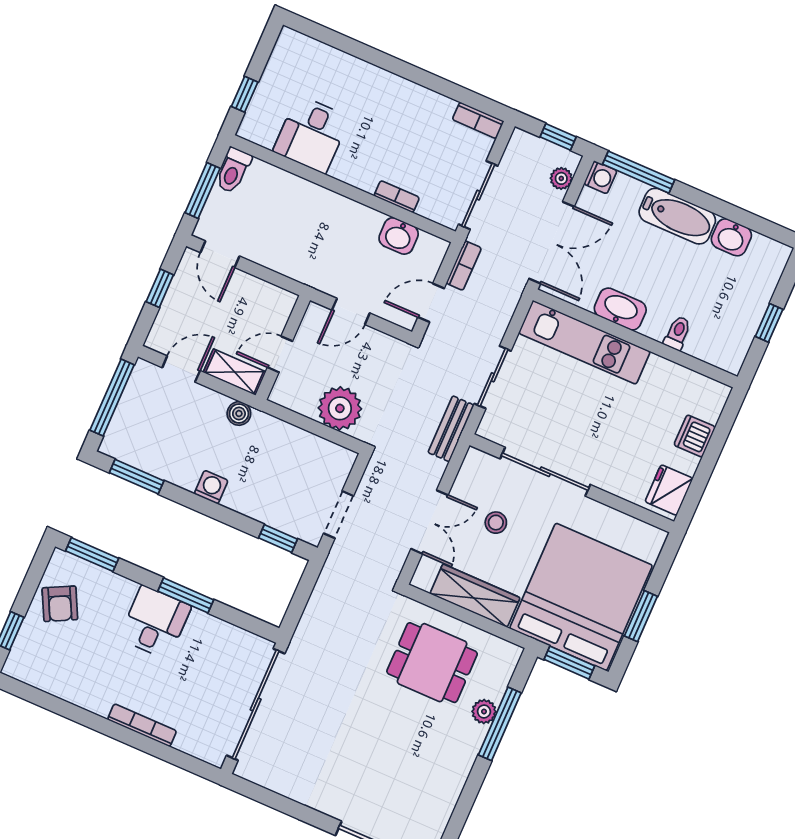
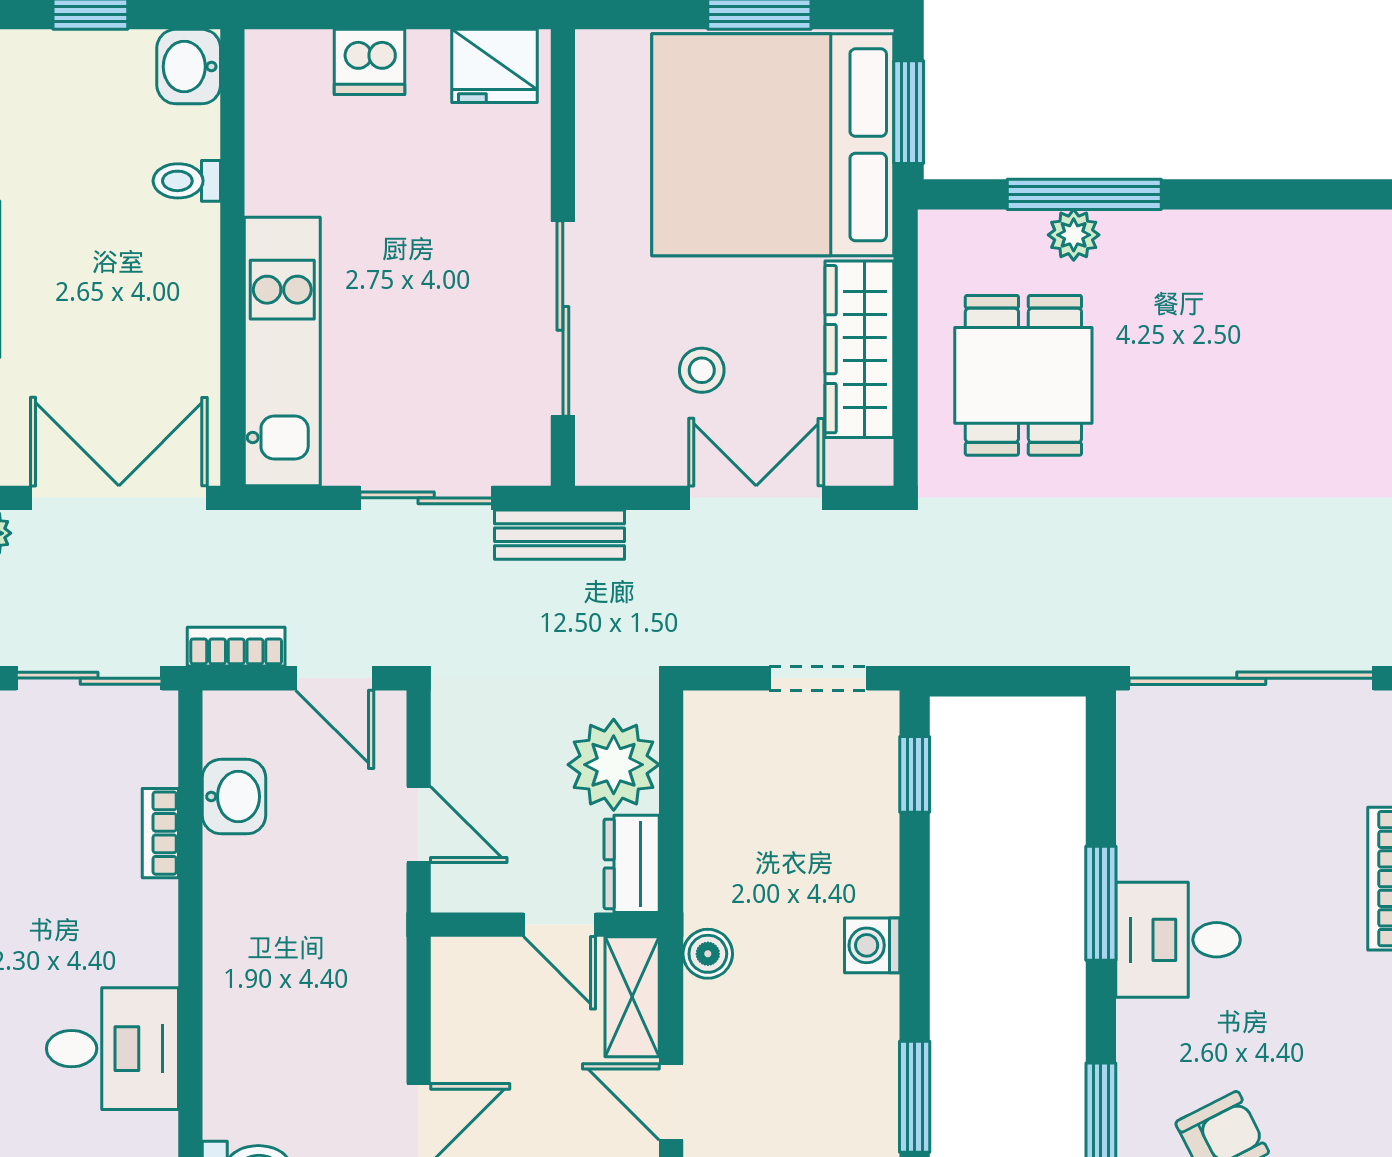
washbasin: (620, 309) -> (189, 67), moved, width x0.72
dresser: (293, 397) -> (632, 864), added

